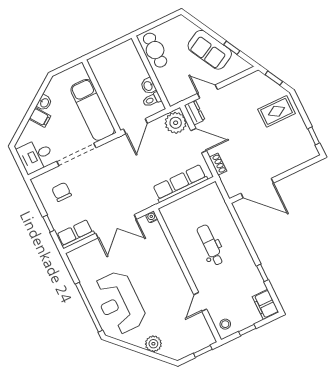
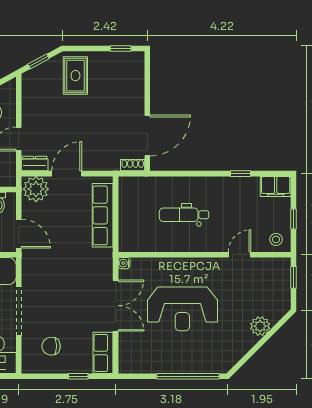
shoe rack: (218, 164) -> (133, 165), moved
door: (200, 302) -> (240, 255), swing flipped
reception desk: (119, 303) -> (182, 309), moved

